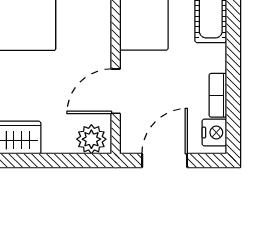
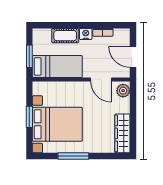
nightstand: (214, 133) -> (86, 34), moved

